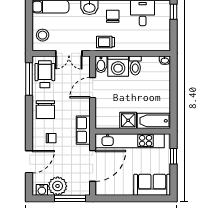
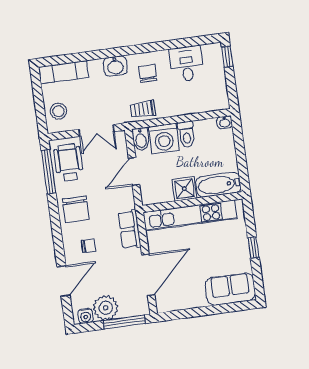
shower: (128, 120) -> (184, 189), moved
bathtub: (154, 121) -> (218, 185), moved
wall: (133, 131) -> (192, 202), moved
kitchen unit: (130, 141) -> (190, 215), moved

